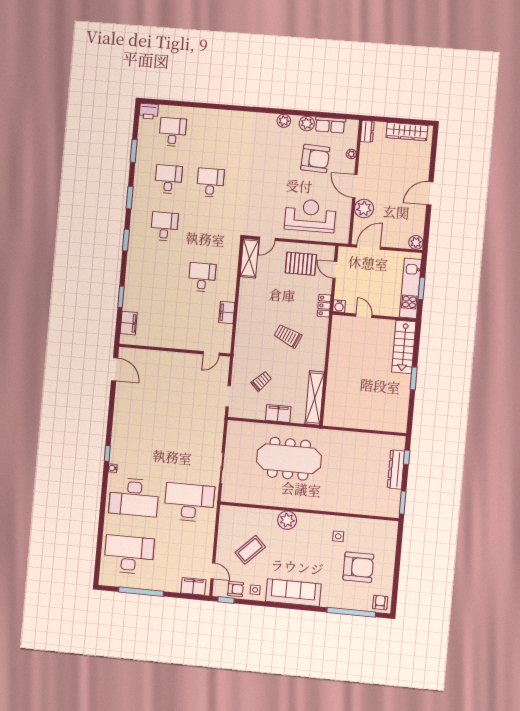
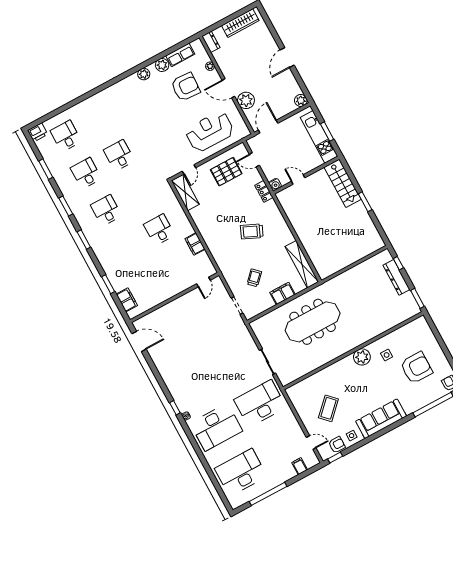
plant: (287, 520) -> (362, 357), moved
filing cabinet: (193, 586) -> (300, 466), width x0.50

